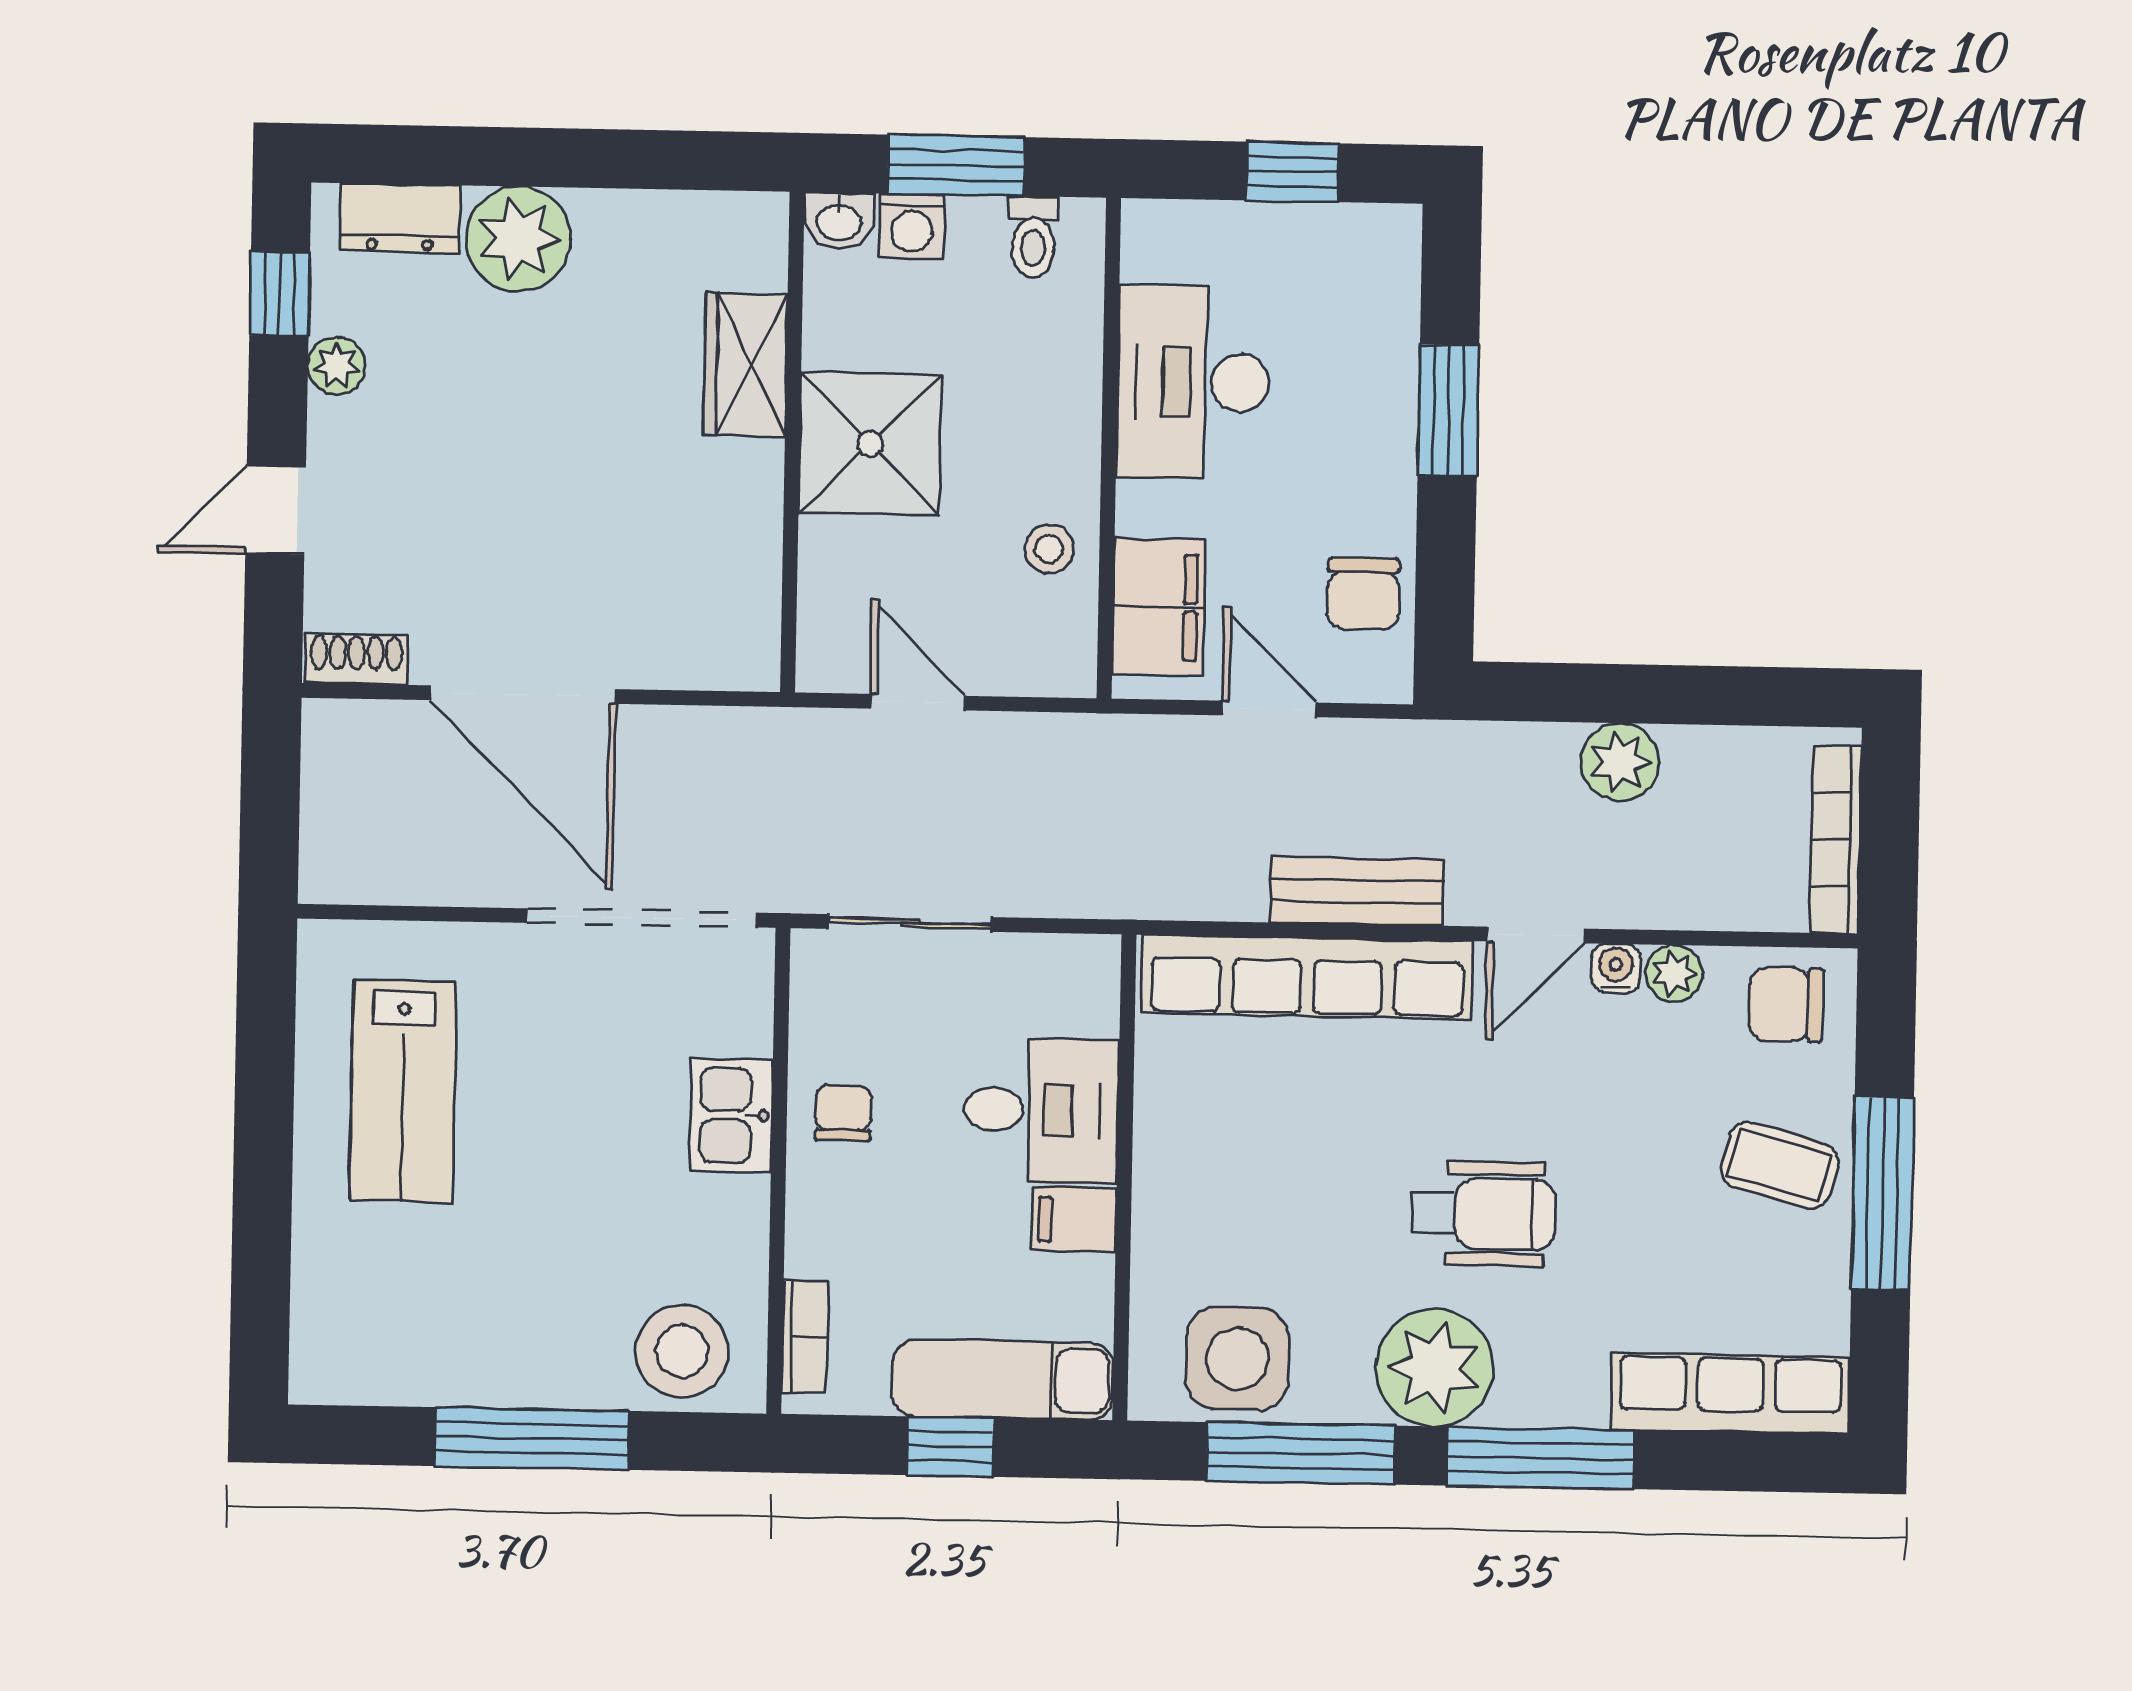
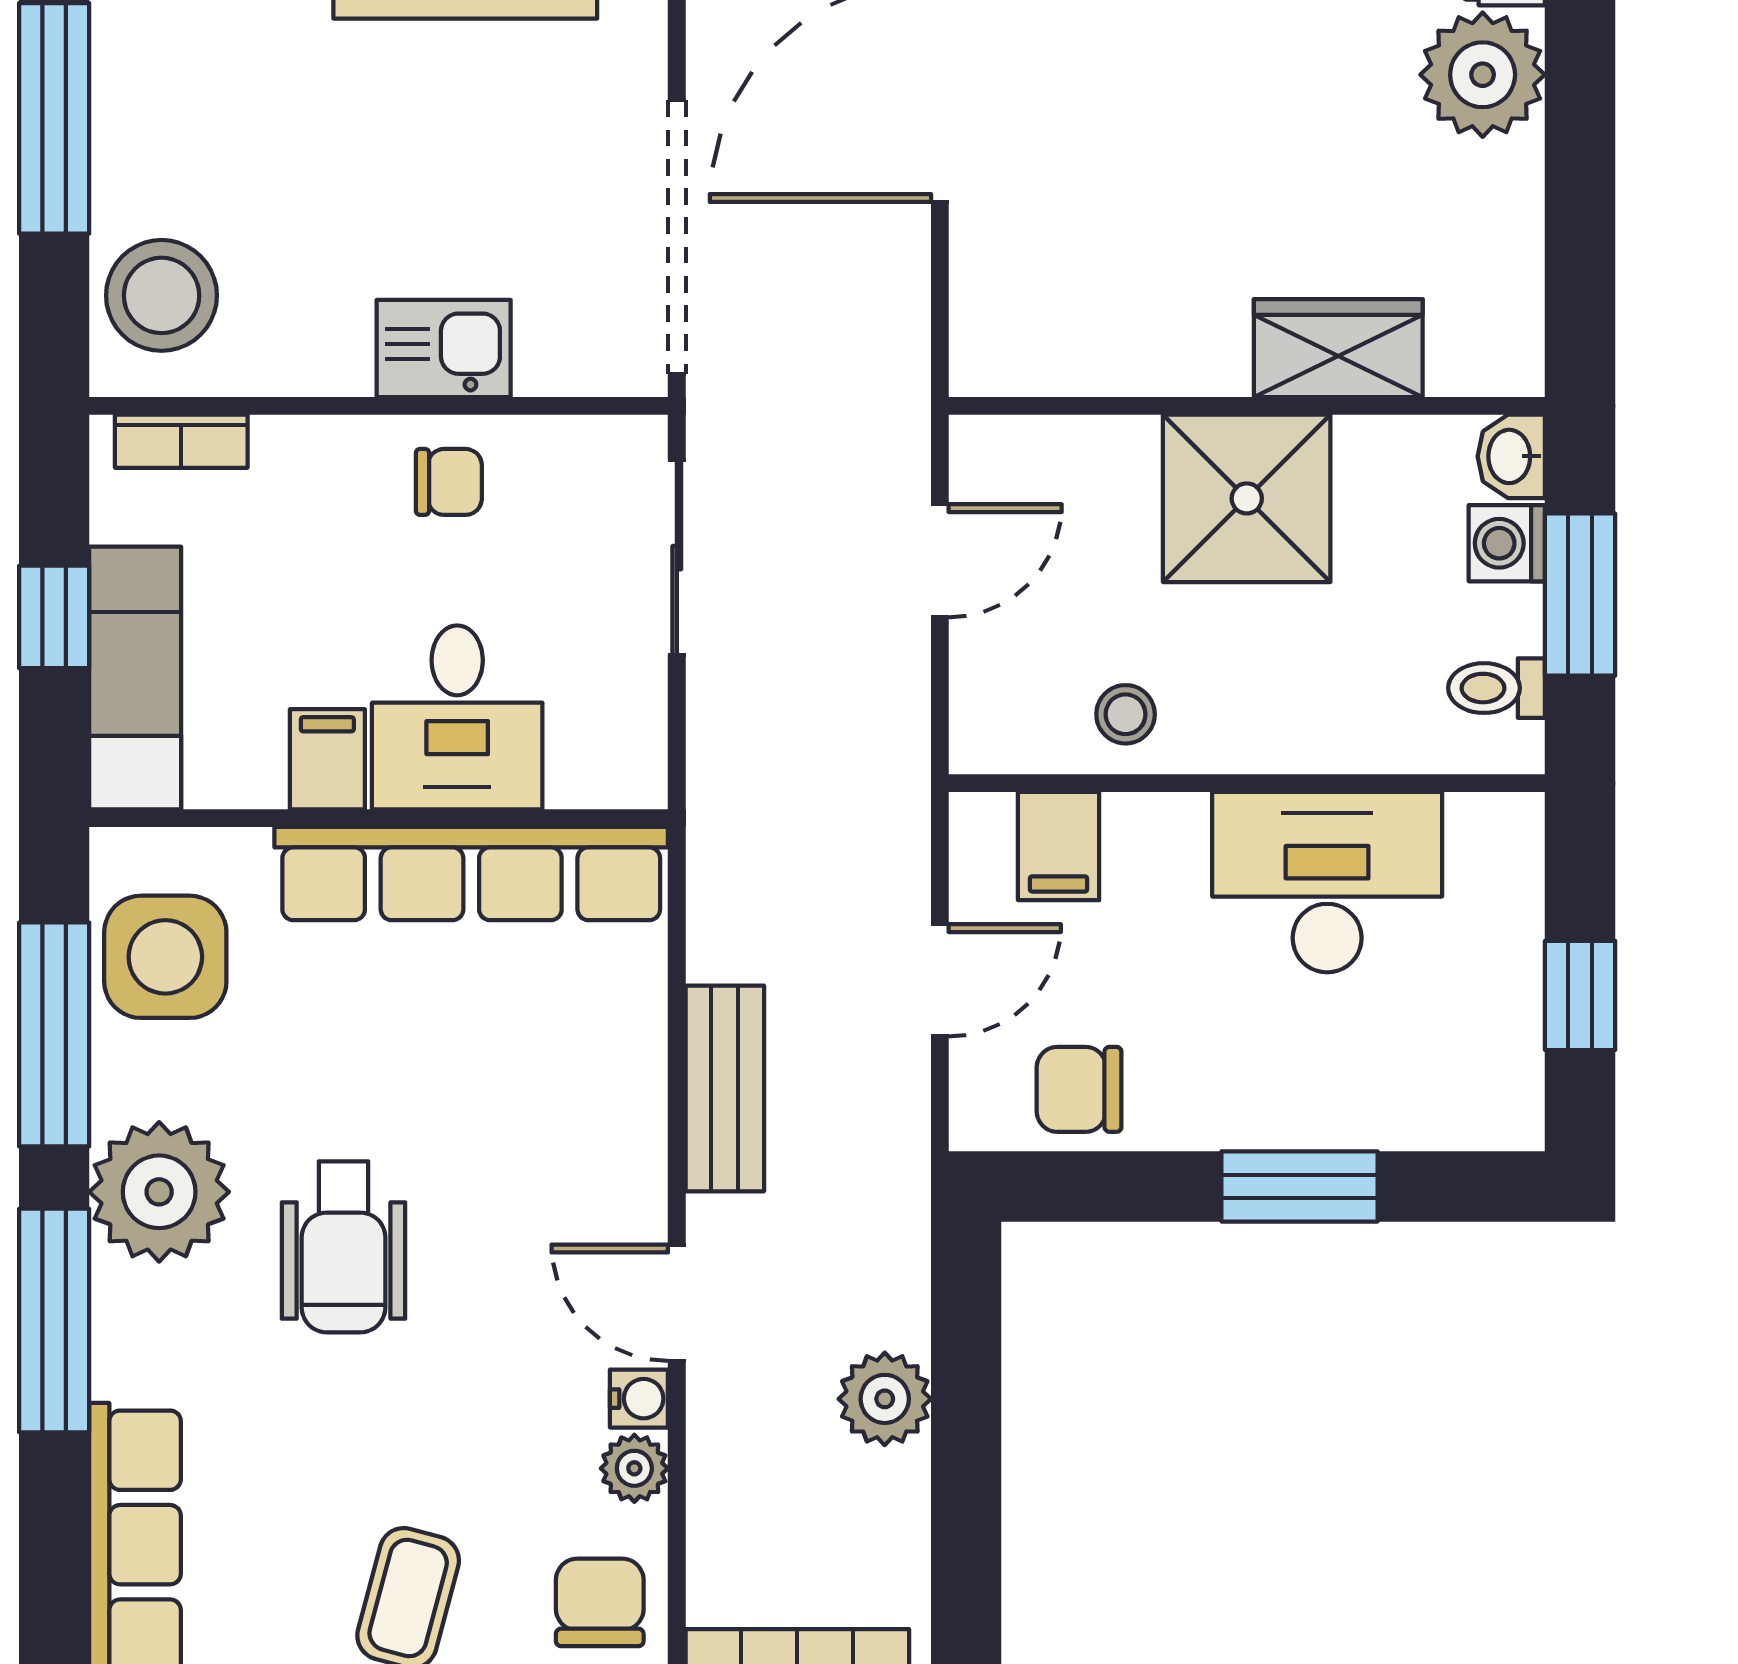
filing cabinet: (1159, 607) -> (1059, 846), width x0.50
row of seats: (1307, 977) -> (471, 874), moved, turned -90

